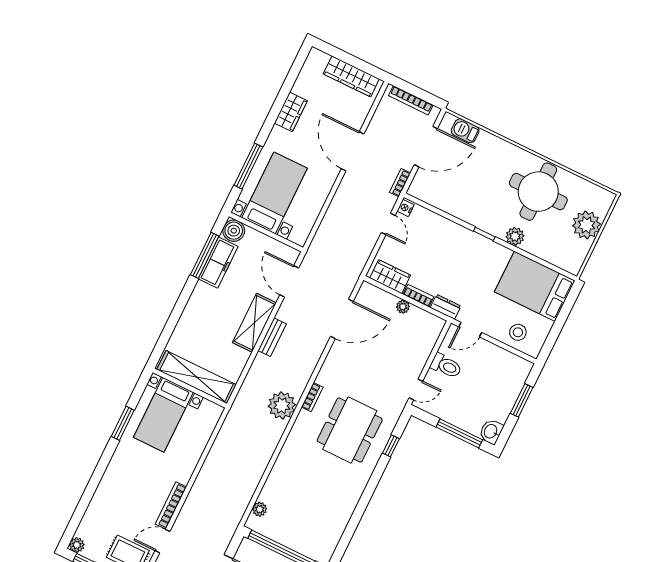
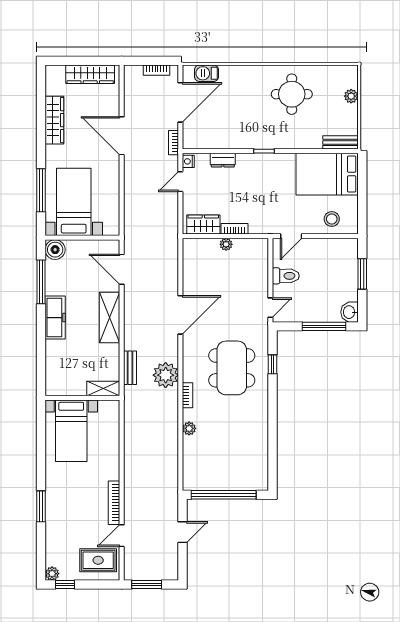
bookcase: (411, 100) -> (157, 70), width x0.64
wardrobe: (291, 112) -> (54, 120), width x1.50
round table: (538, 192) -> (292, 94), width x0.73, depth x0.73
door: (388, 224) -> (180, 182), swing flipped
plant: (586, 225) -> (351, 96), width x0.53, depth x0.53
plant: (515, 236) -> (291, 141), removed
bench: (563, 262) -> (341, 142), added
freezer: (218, 263) -> (55, 318), moved
dresser: (446, 307) -> (223, 160), moved, turned 180
door: (342, 319) -> (180, 315), moved
bench: (272, 337) -> (130, 368), moved
shelving: (197, 377) -> (103, 388), width x0.45, depth x0.75
bookcase: (312, 397) -> (187, 395), moved
window: (123, 423) -> (41, 506), moved
plant: (260, 509) -> (189, 428), moved

